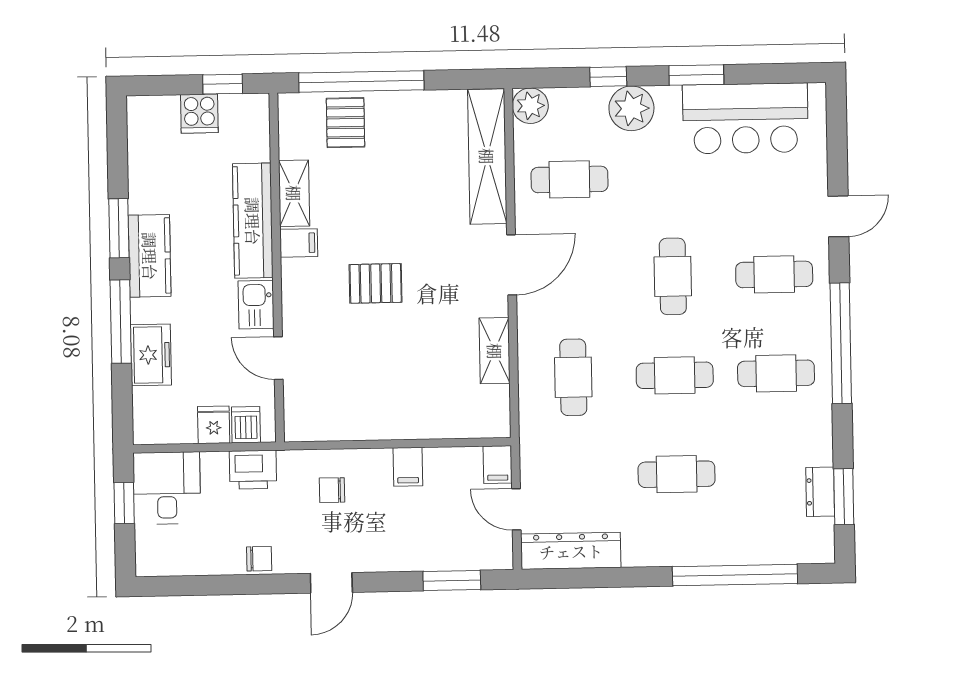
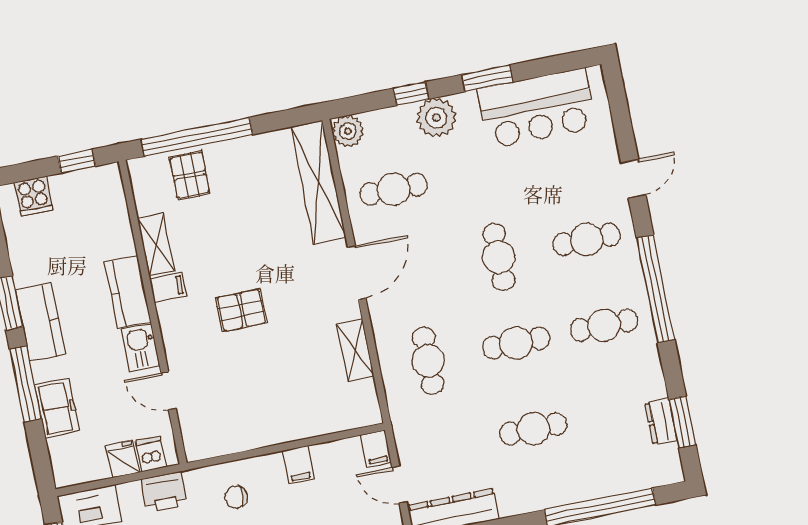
cooker: (199, 114) -> (33, 196), moved
kitchen counter: (253, 221) -> (128, 292), width x0.67

